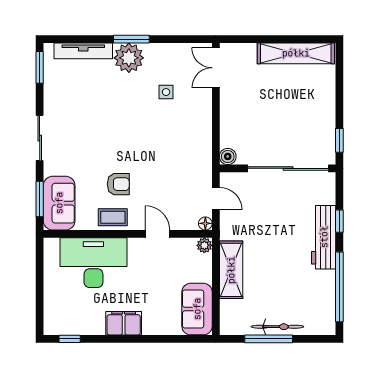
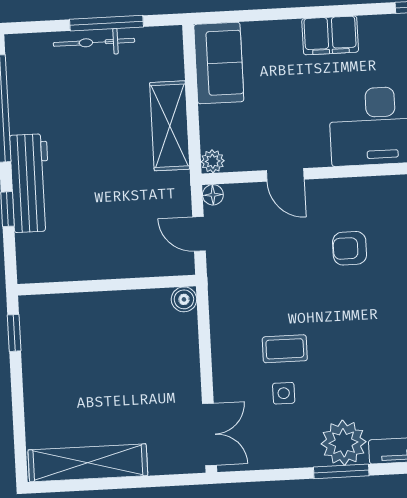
sliding door: (288, 168) -> (90, 286), removed
coffee table: (113, 217) -> (285, 349), moved

